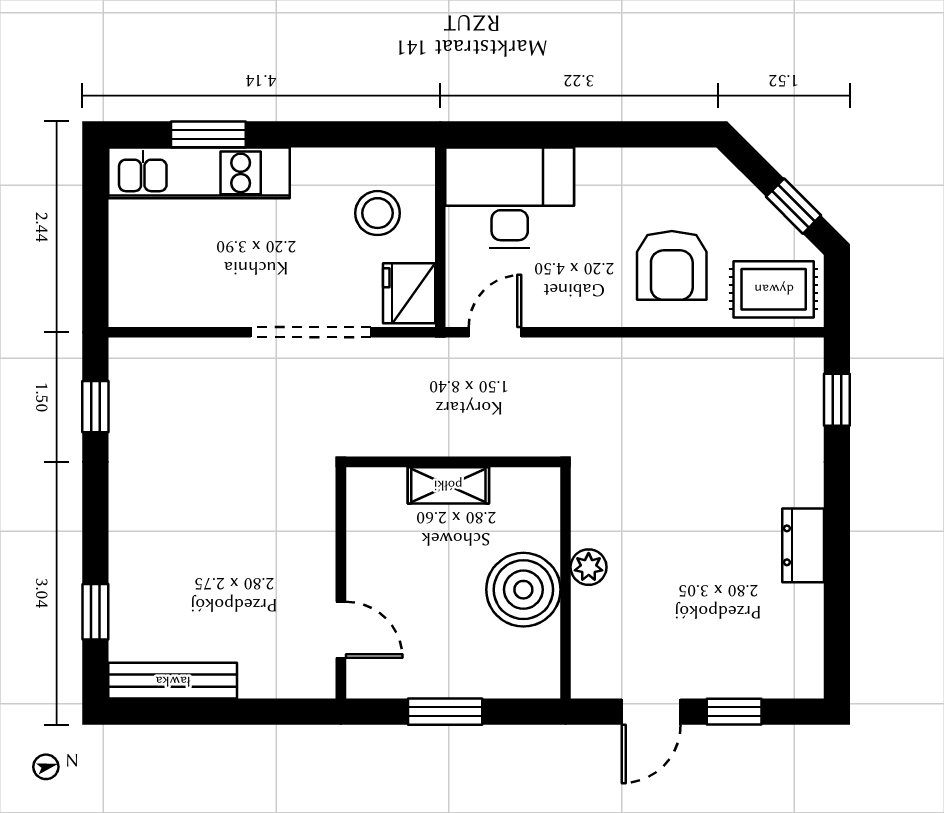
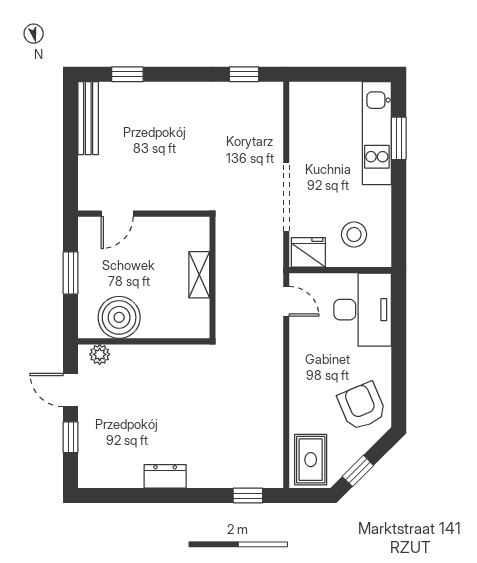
armchair: (672, 265) -> (362, 406), moved, turned 67
plant: (589, 567) -> (100, 354), moved
boiler: (523, 590) -> (119, 317), moved

